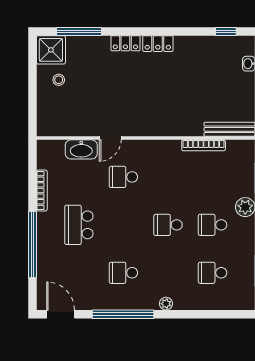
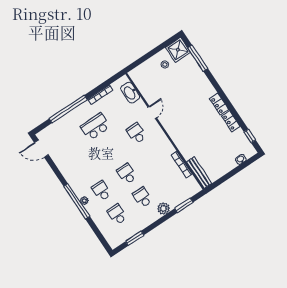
locker: (125, 43) -> (231, 121), moved
door: (110, 138) -> (152, 112), swing flipped
washbasin: (81, 149) -> (130, 93), moved
school desk: (123, 273) -> (101, 191), moved
door: (61, 314) -> (41, 149), swing flipped
window: (123, 314) -> (77, 201), moved

